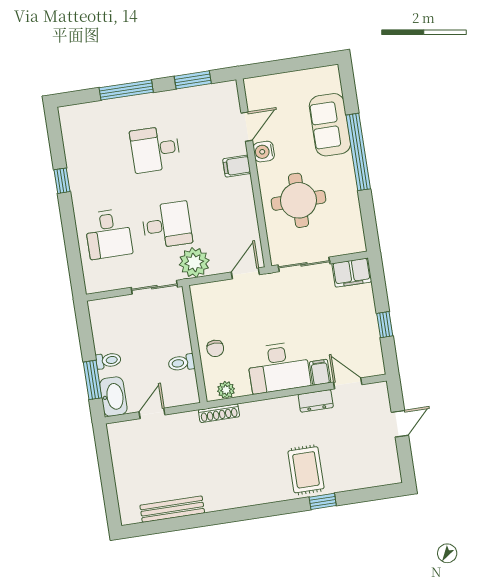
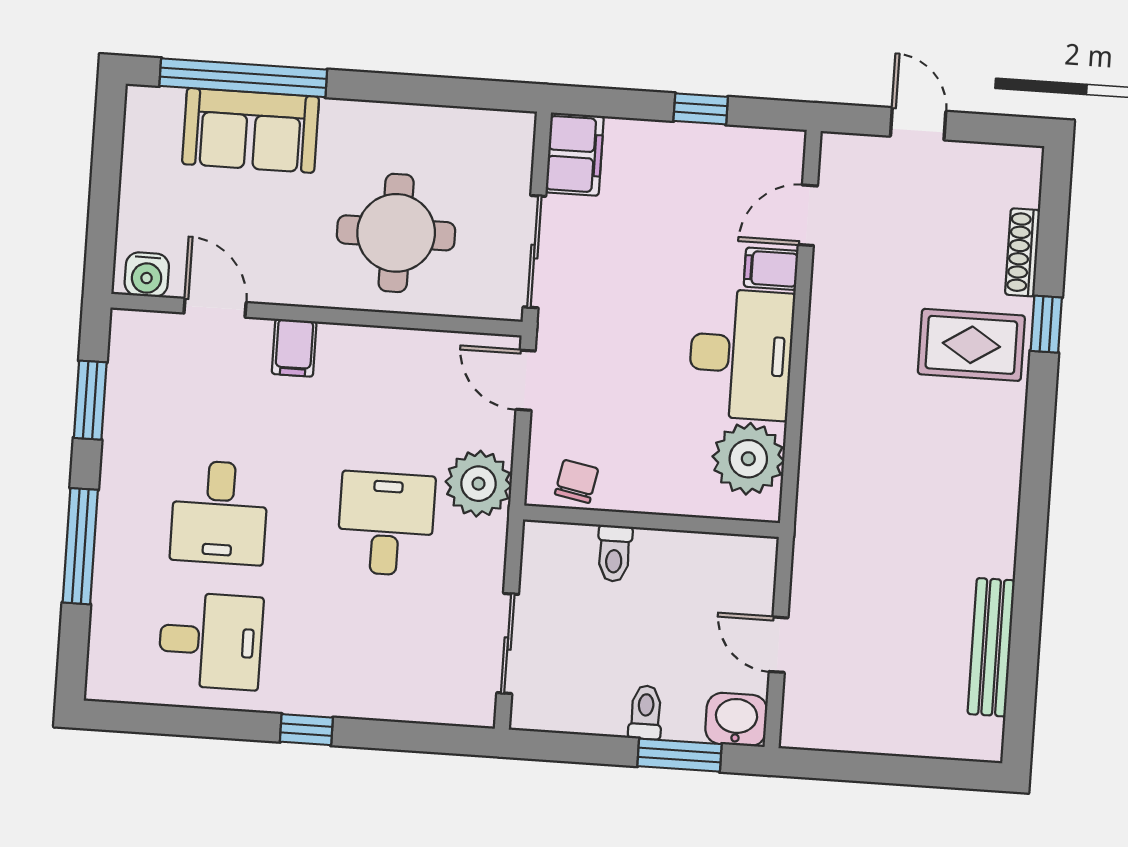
water cooler: (264, 152) -> (147, 275), moved
window: (358, 152) -> (243, 78), moved
window: (62, 181) -> (306, 730), moved
desk: (108, 234) -> (211, 641), moved
sliding door: (154, 287) -> (508, 644), moved
chair: (215, 348) -> (577, 481), moved, turned -79
toilet: (181, 363) -> (614, 553), moved
plant: (226, 390) -> (748, 459), width x1.87, depth x1.87
washbasin: (113, 397) -> (736, 720), width x0.72
dresser: (316, 401) -> (830, 292), removed
shoe rack: (219, 413) -> (1023, 252), moved, turned 180

